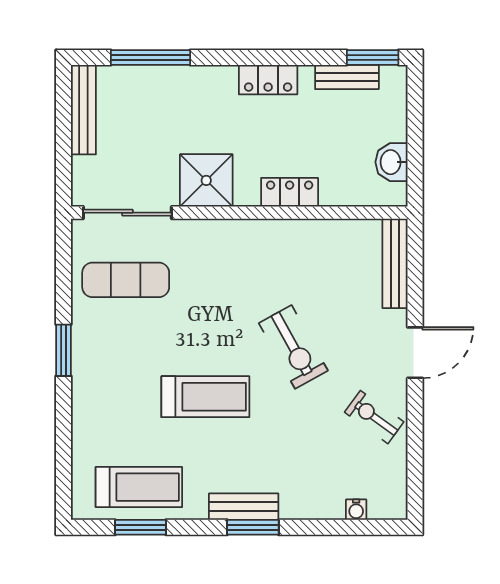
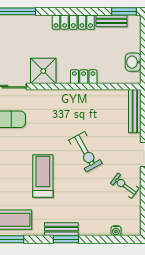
locker: (268, 80) -> (73, 22), width x1.53
treadmill: (205, 397) -> (43, 176), turned -90

